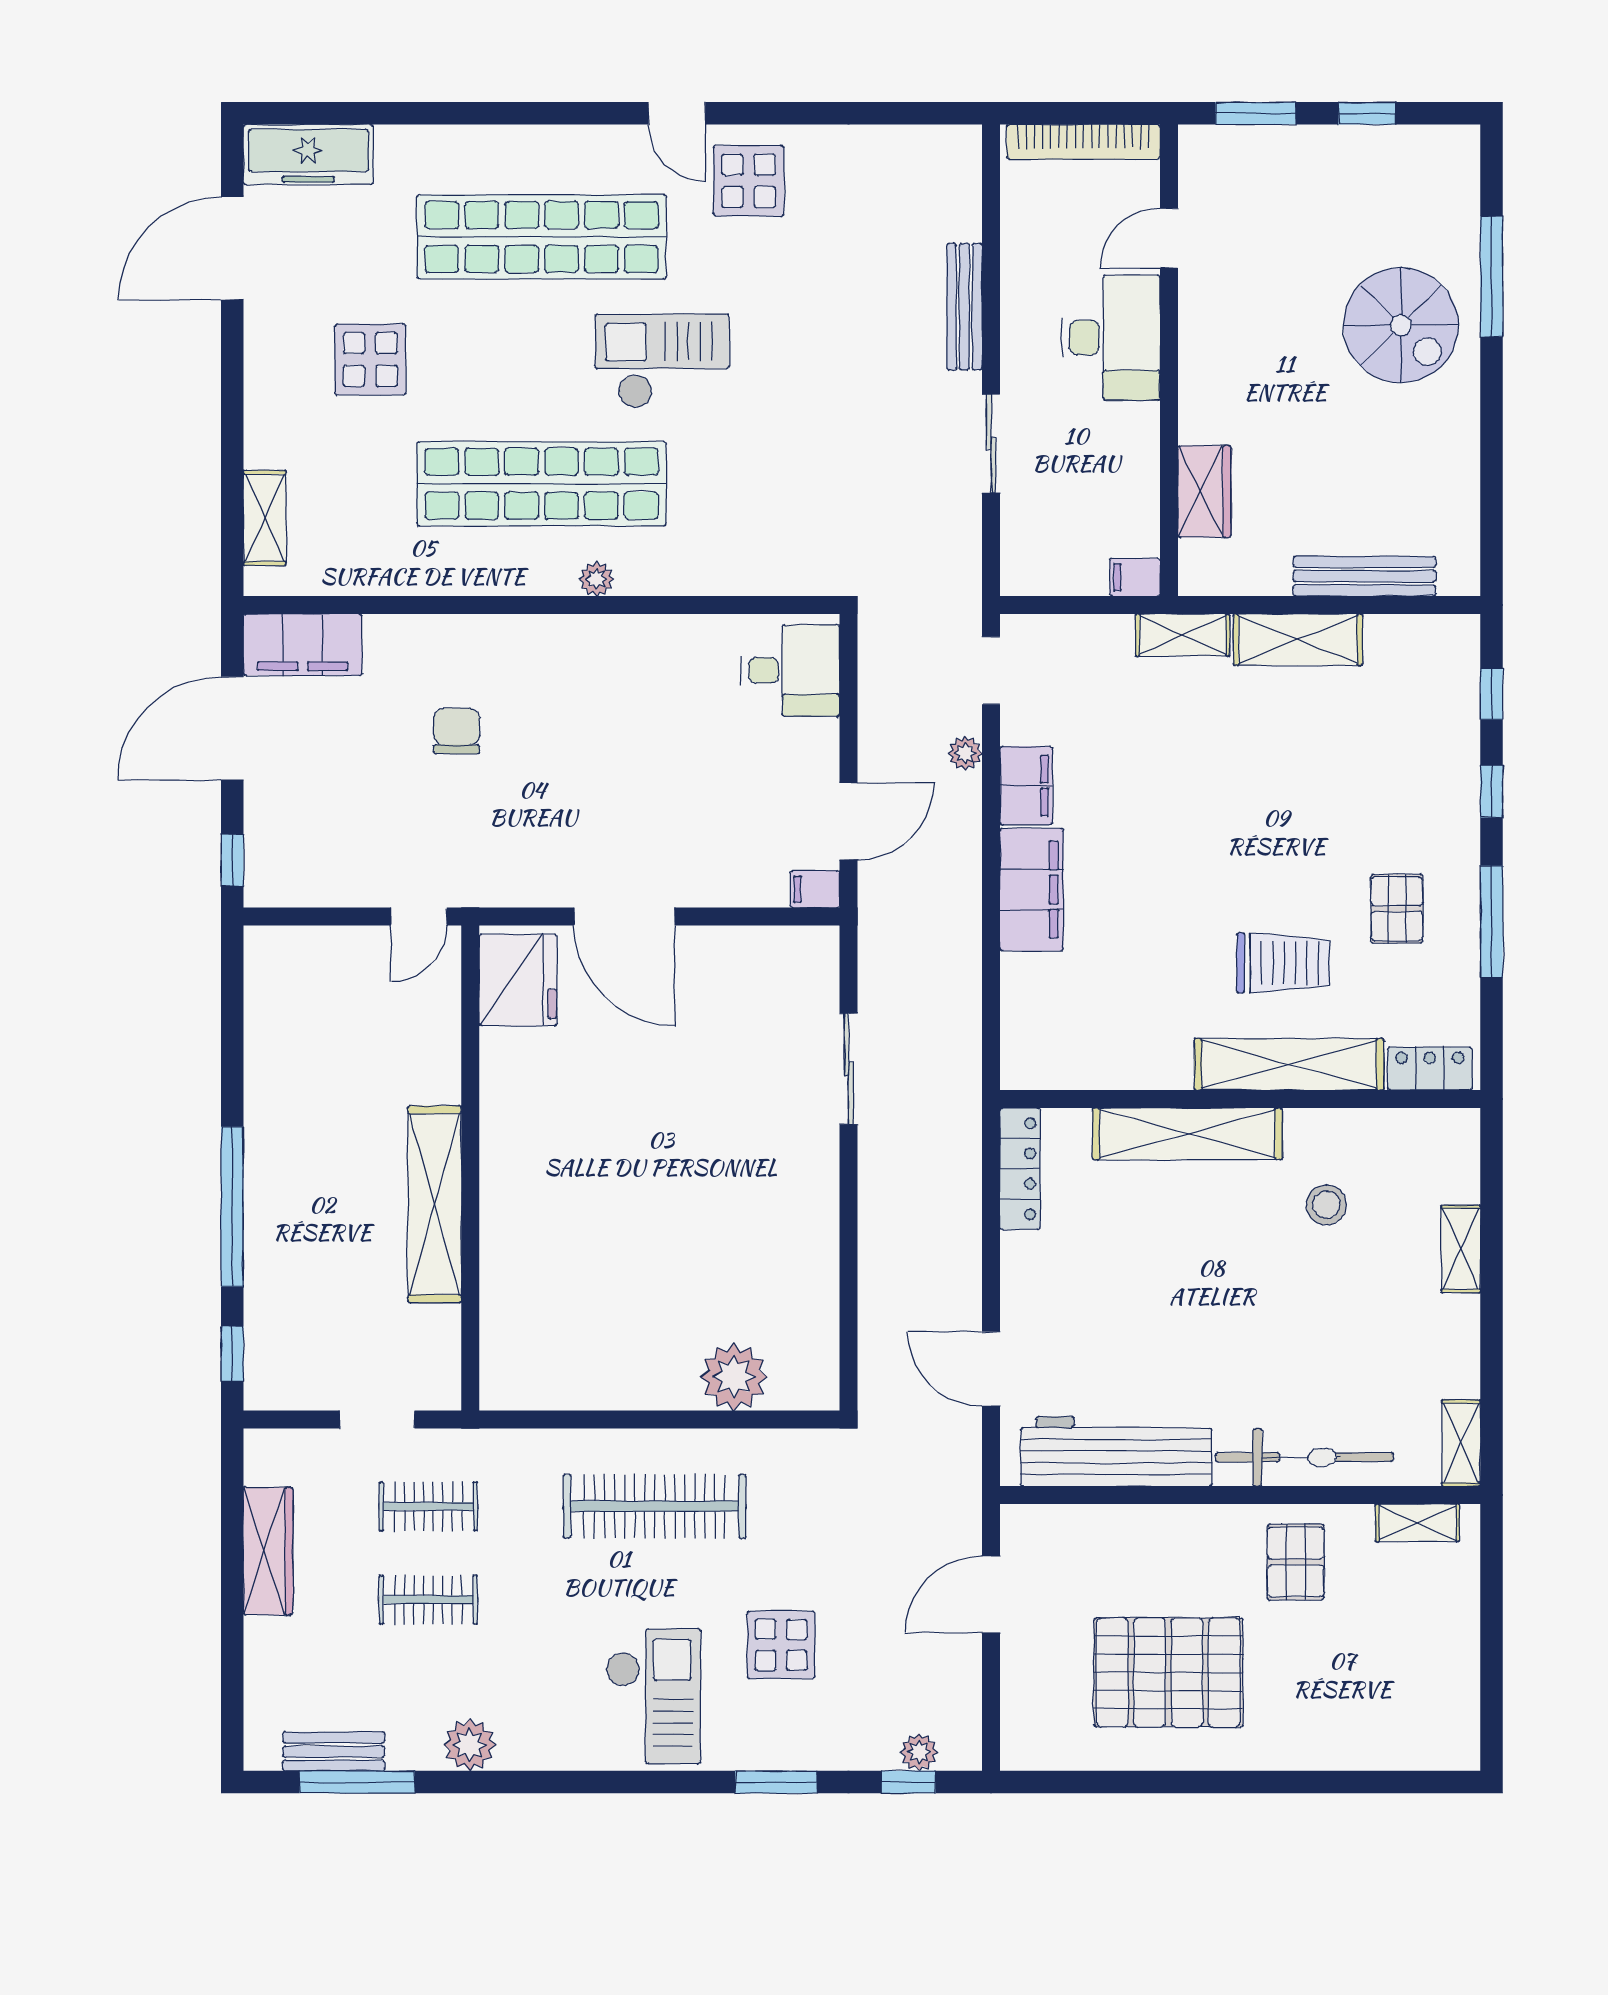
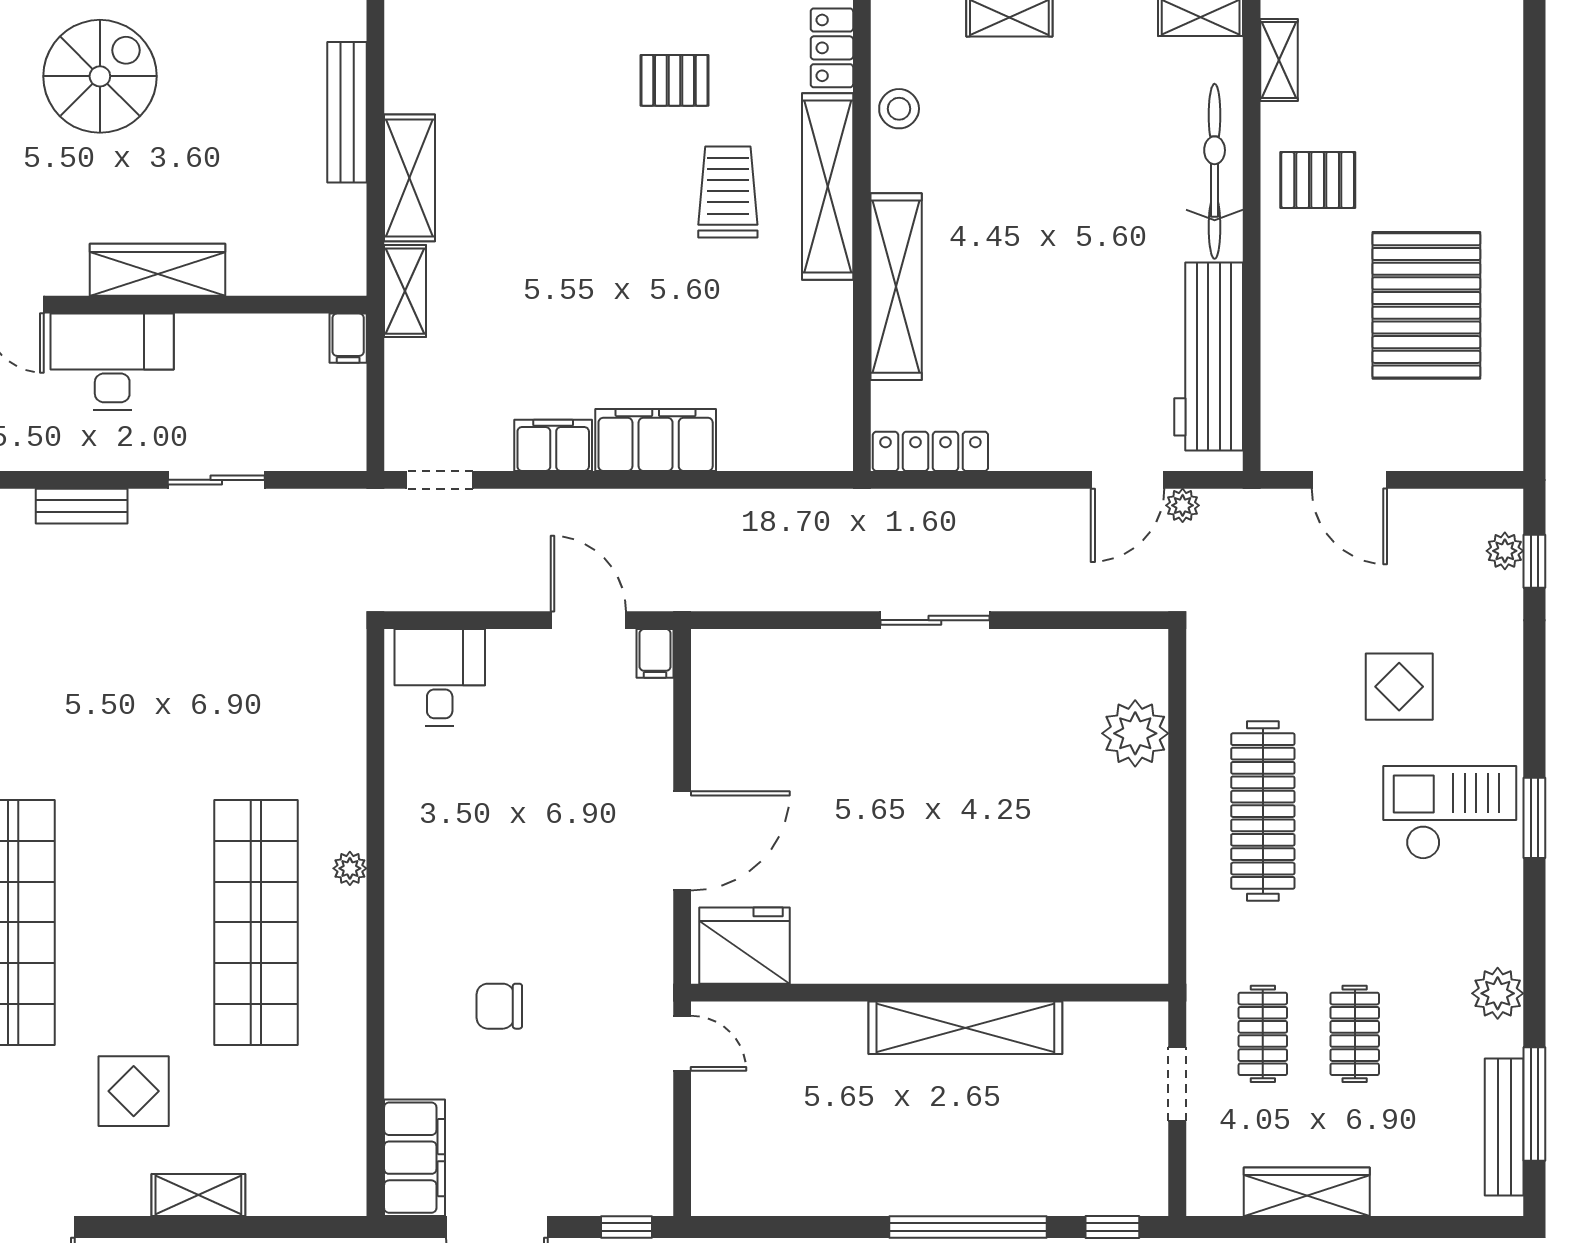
bench: (964, 307) -> (82, 506), width x0.73
checkout: (662, 361) -> (135, 804), removed
wardrobe: (1204, 492) -> (158, 270), moved, width x1.50
shelving: (265, 518) -> (198, 1195), moved
plant: (965, 753) -> (1183, 505), moved
sliding door: (849, 1069) -> (935, 620), moved
stool: (1326, 1205) -> (899, 109), moved
bench: (334, 1751) -> (1504, 1127), width x1.36
window: (776, 1782) -> (1534, 818), moved

